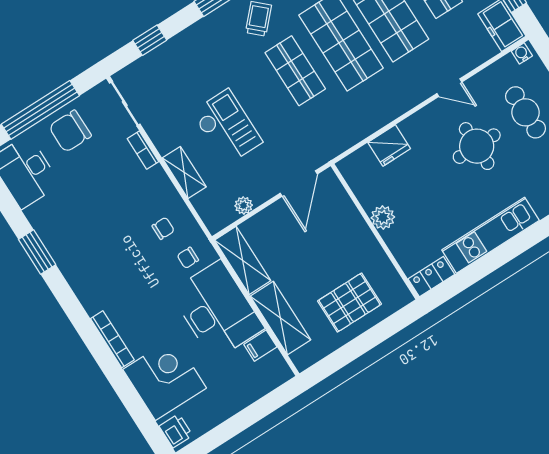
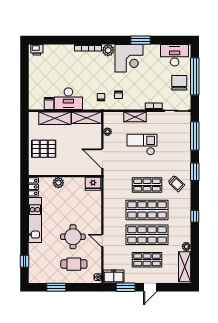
window: (150, 40) -> (195, 136), width x2.17
door: (449, 88) -> (102, 241), hinge flipped
checkout: (227, 127) -> (142, 145), turned 180
fridge: (389, 146) -> (93, 184), moved, turned -90
plant: (383, 217) -> (58, 183), moved
plant: (93, 299) -> (108, 50), added
pallet: (349, 303) -> (44, 149), turned 90
desk: (217, 310) -> (68, 99), width x0.73, depth x0.77
corner desk: (165, 379) -> (129, 58), moved

